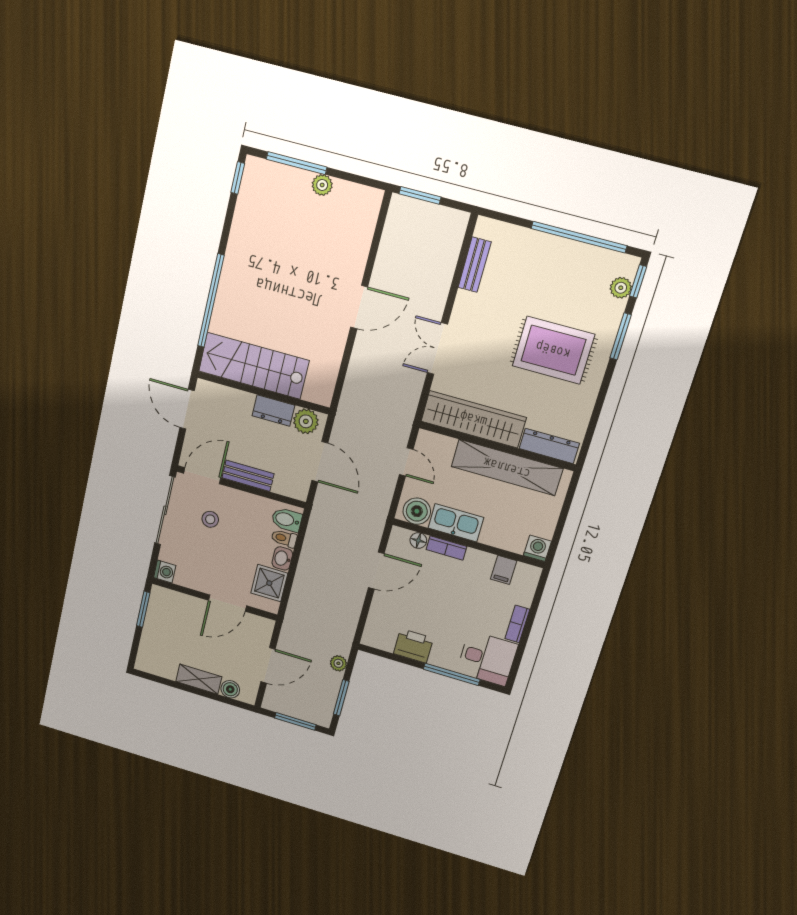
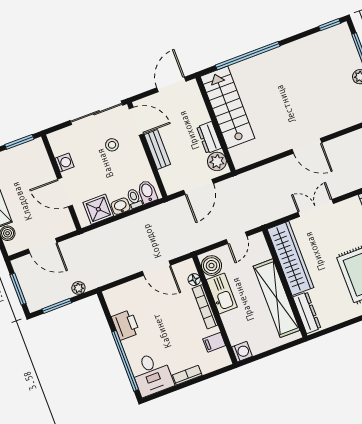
bookcase: (446, 548) -> (205, 307), width x1.56
washing machine: (165, 572) -> (65, 163), moved, turned -90
window: (452, 674) -> (125, 361), width x1.46

